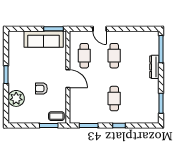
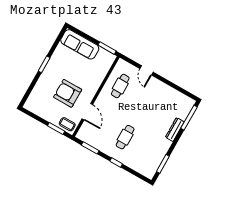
sofa: (44, 39) -> (80, 44), moved
cafe table: (114, 56) -> (146, 100), removed
door: (68, 79) -> (87, 112), moved
armchair: (41, 89) -> (68, 93), width x1.88, depth x1.88
plant: (16, 98) -> (41, 90), removed

